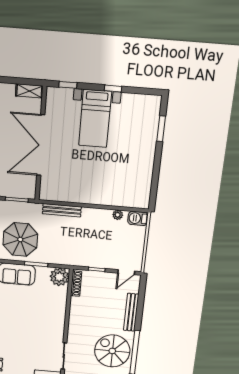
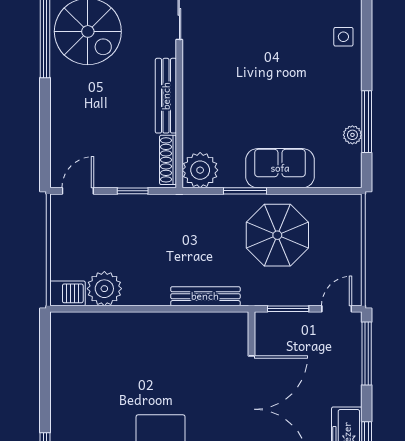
plant: (118, 215) -> (104, 289), width x1.87, depth x1.87
bench: (131, 312) -> (166, 96), moved

